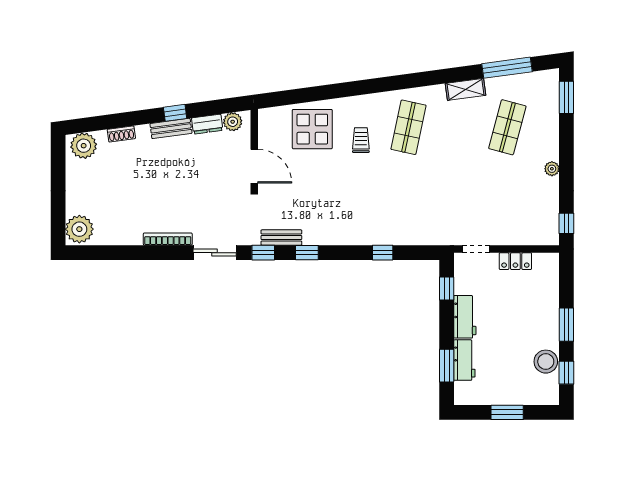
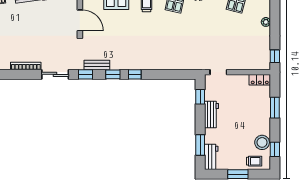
window: (383, 253) -> (135, 74), moved
locker: (515, 261) -> (260, 80), moved
window: (566, 325) -> (275, 108), moved
workbench: (464, 360) -> (211, 157), moved
trolley: (533, 392) -> (254, 161), added

